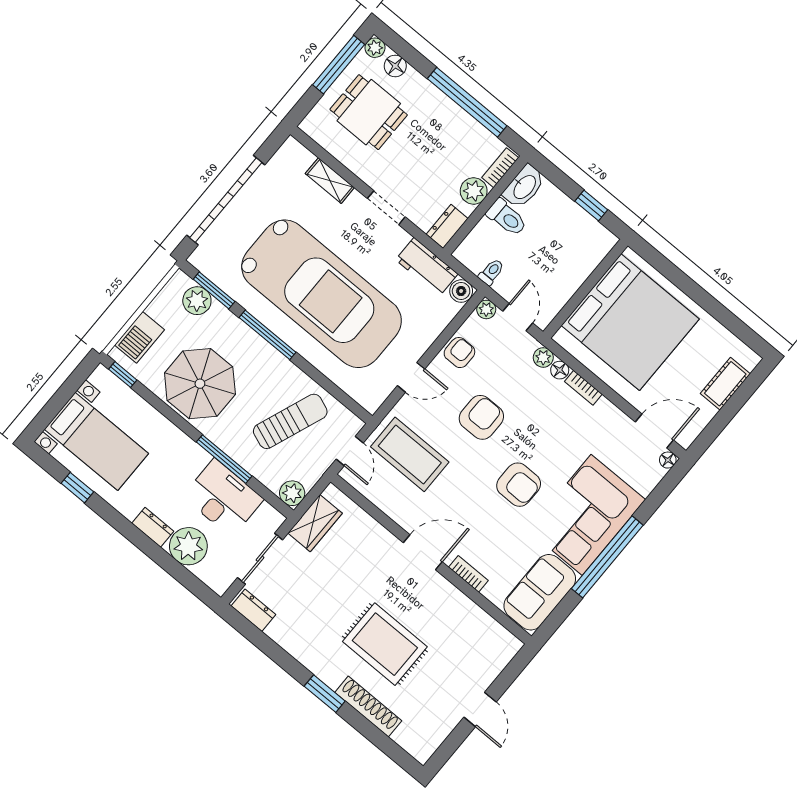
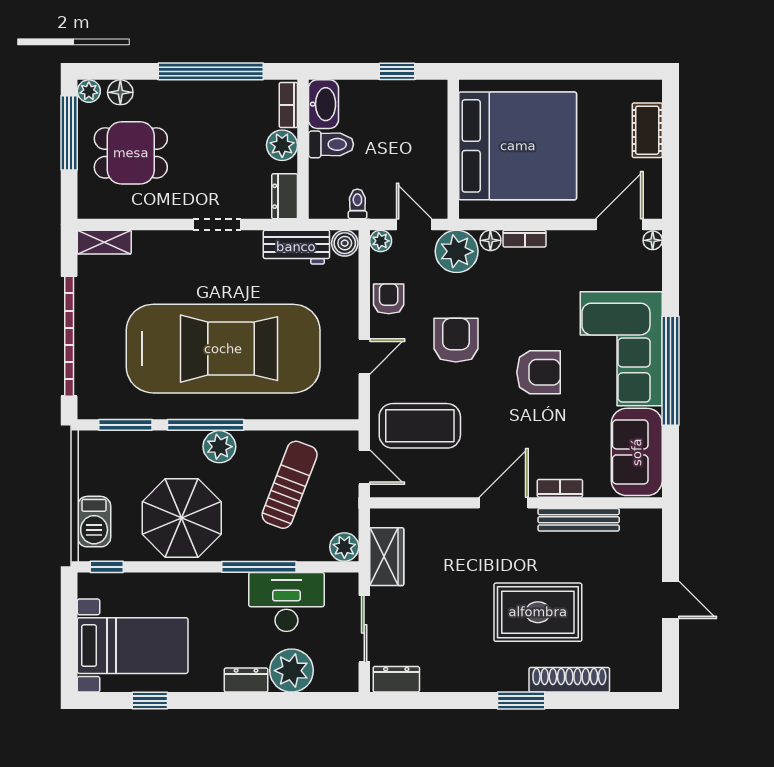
shelving: (330, 181) -> (104, 242), moved
plant: (197, 301) -> (219, 447), moved
plant: (543, 357) -> (457, 251), width x1.88, depth x1.88
bench: (463, 605) -> (579, 520), added

